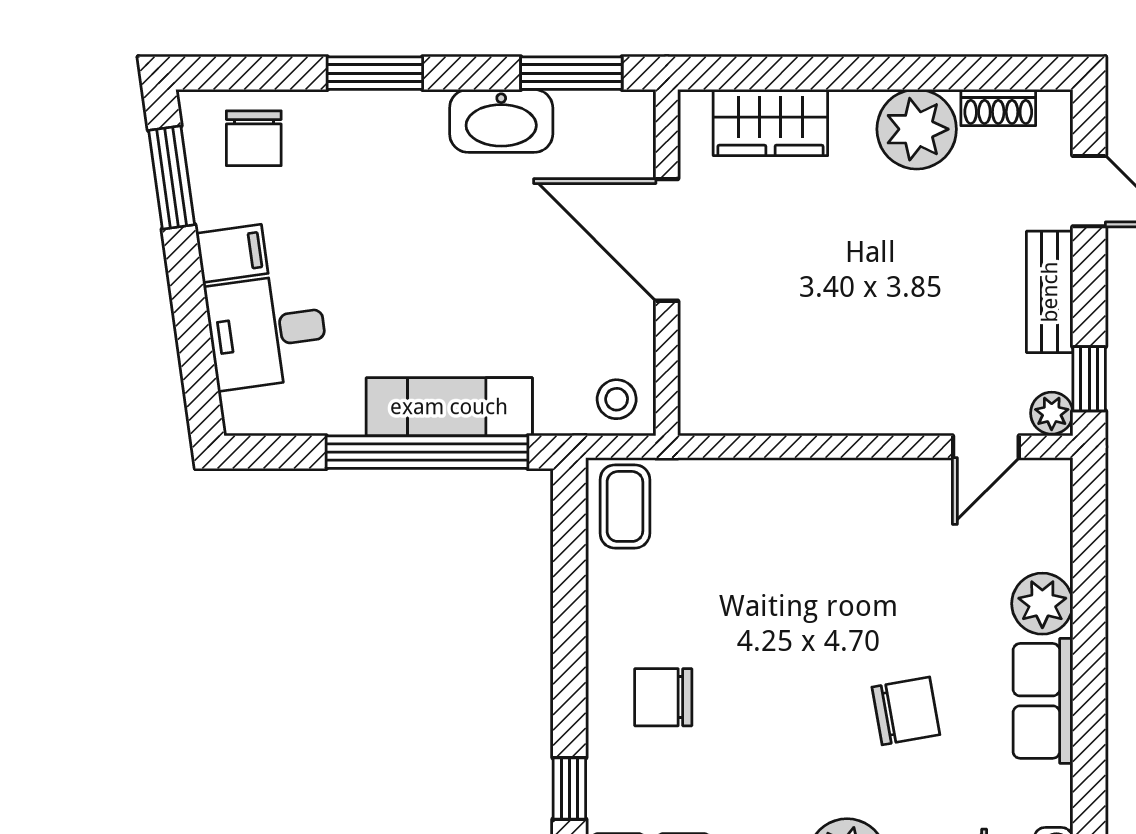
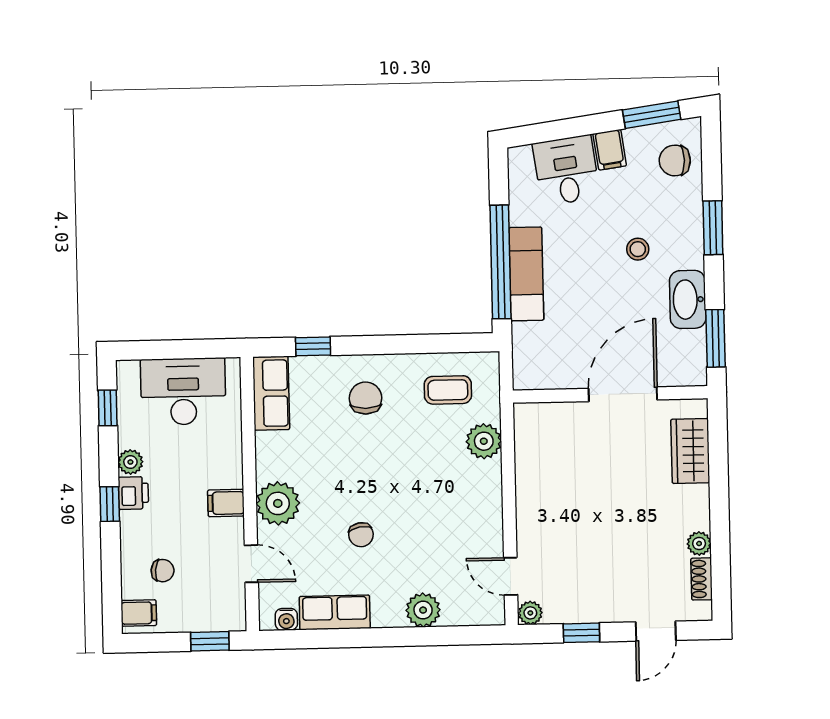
plant: (917, 129) -> (699, 544), width x0.53, depth x0.53
bench: (1050, 292) -> (599, 610), removed
window: (1089, 379) -> (581, 633), moved
stool: (617, 399) -> (638, 249), moved
plant: (745, 489) -> (484, 441), added
coffee table: (625, 506) -> (448, 390), moved
row of seats: (1043, 701) -> (335, 612), moved
chair: (906, 711) -> (361, 535), width x0.73, depth x0.73

